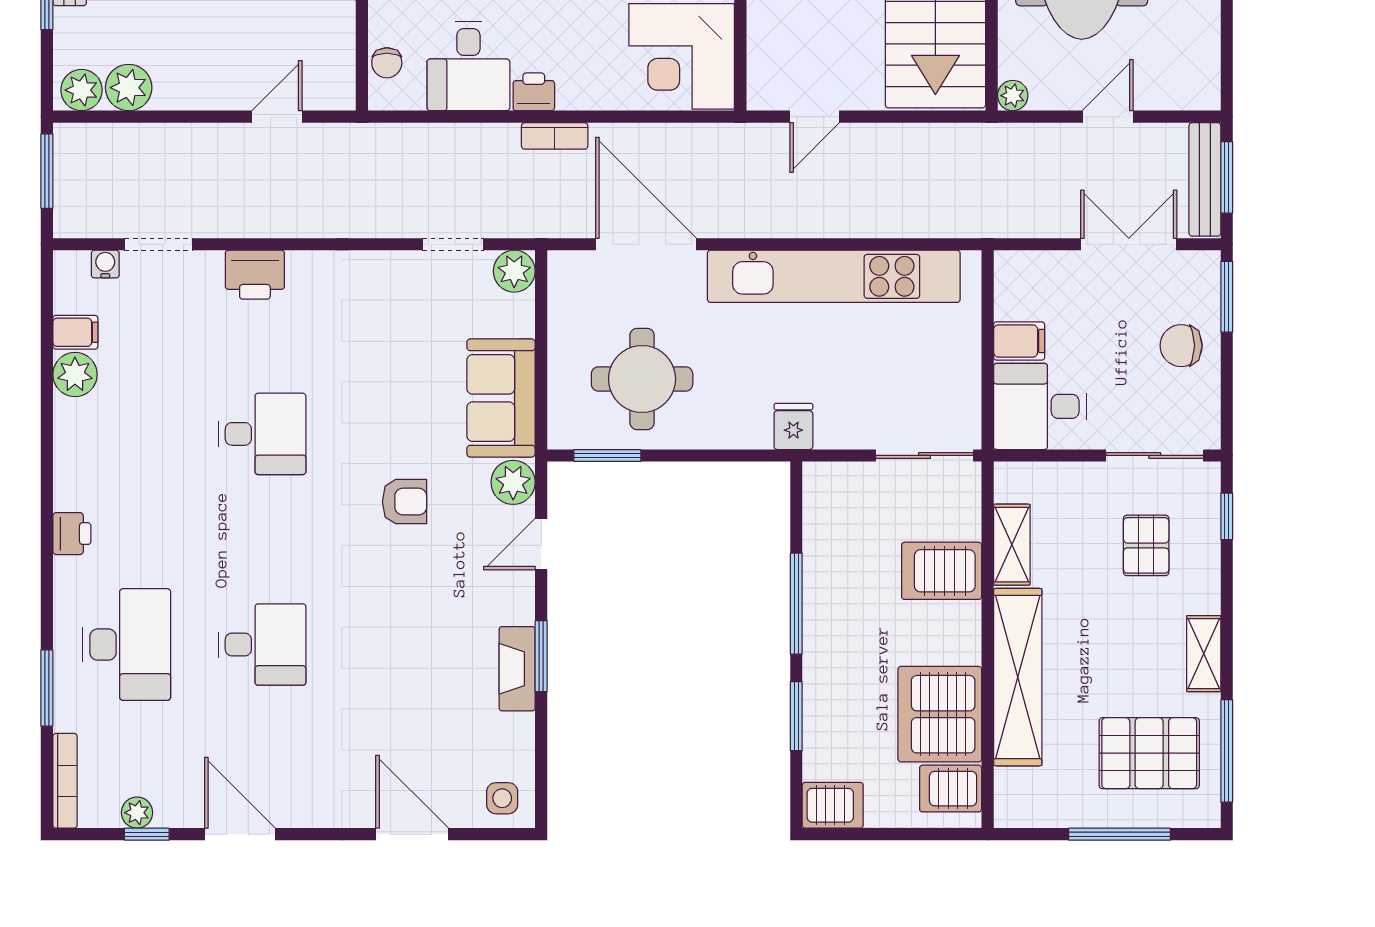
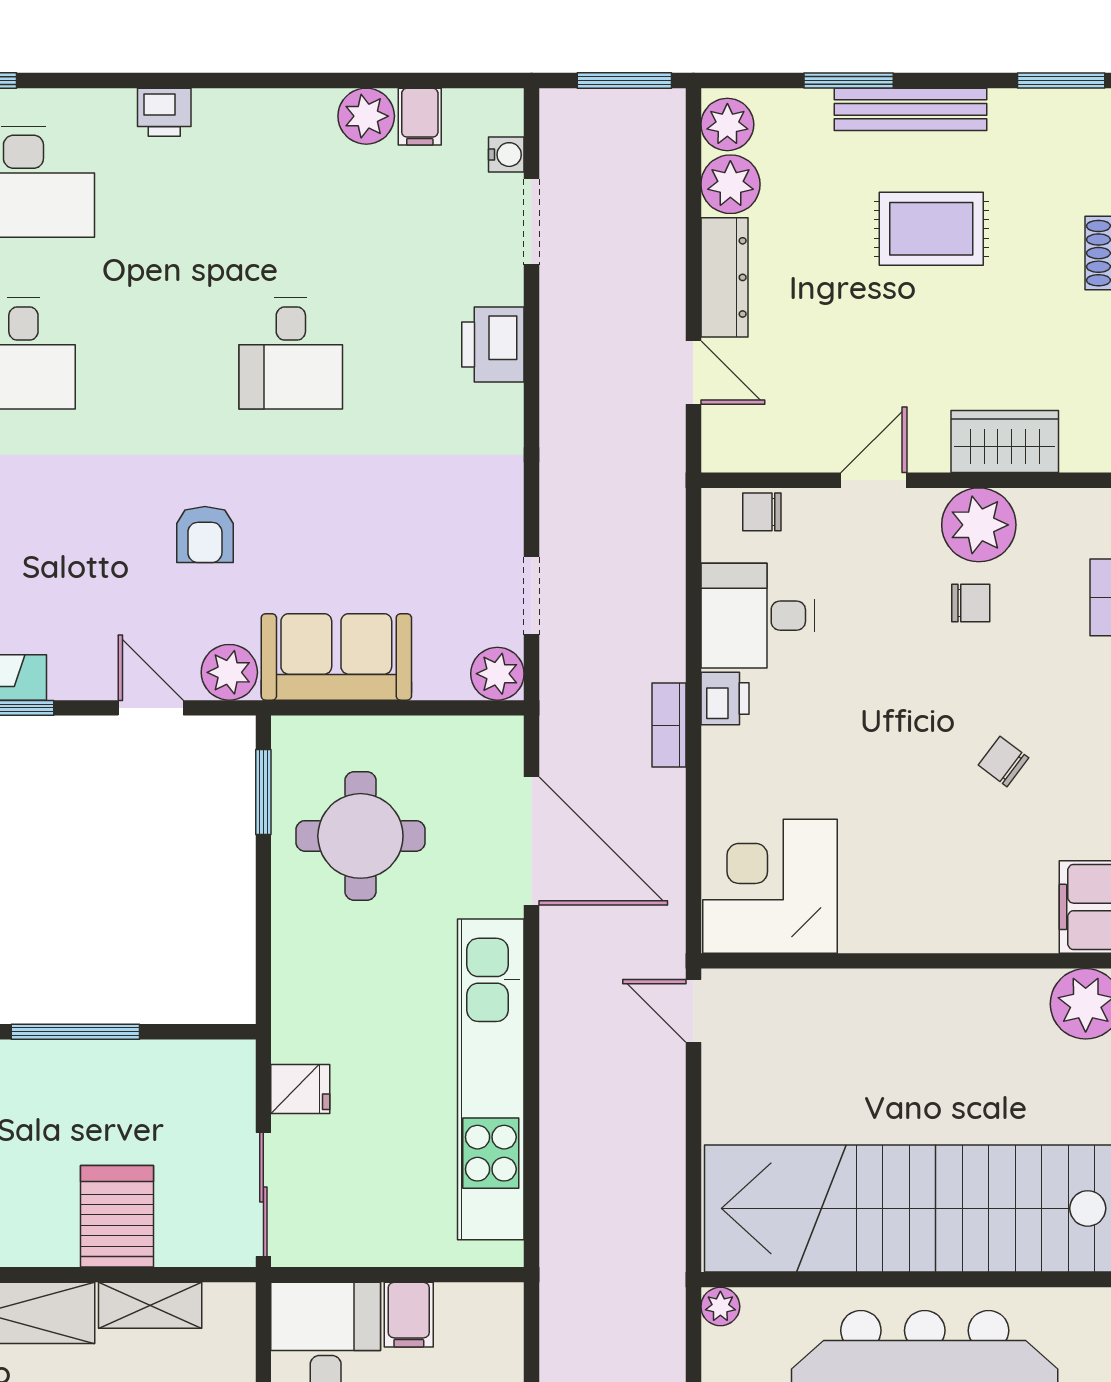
dresser: (202, 92) -> (724, 277), added
door: (815, 117) -> (693, 1011), moved
door: (646, 244) -> (532, 841), hinge flipped
fridge: (793, 426) -> (300, 1089), moved

